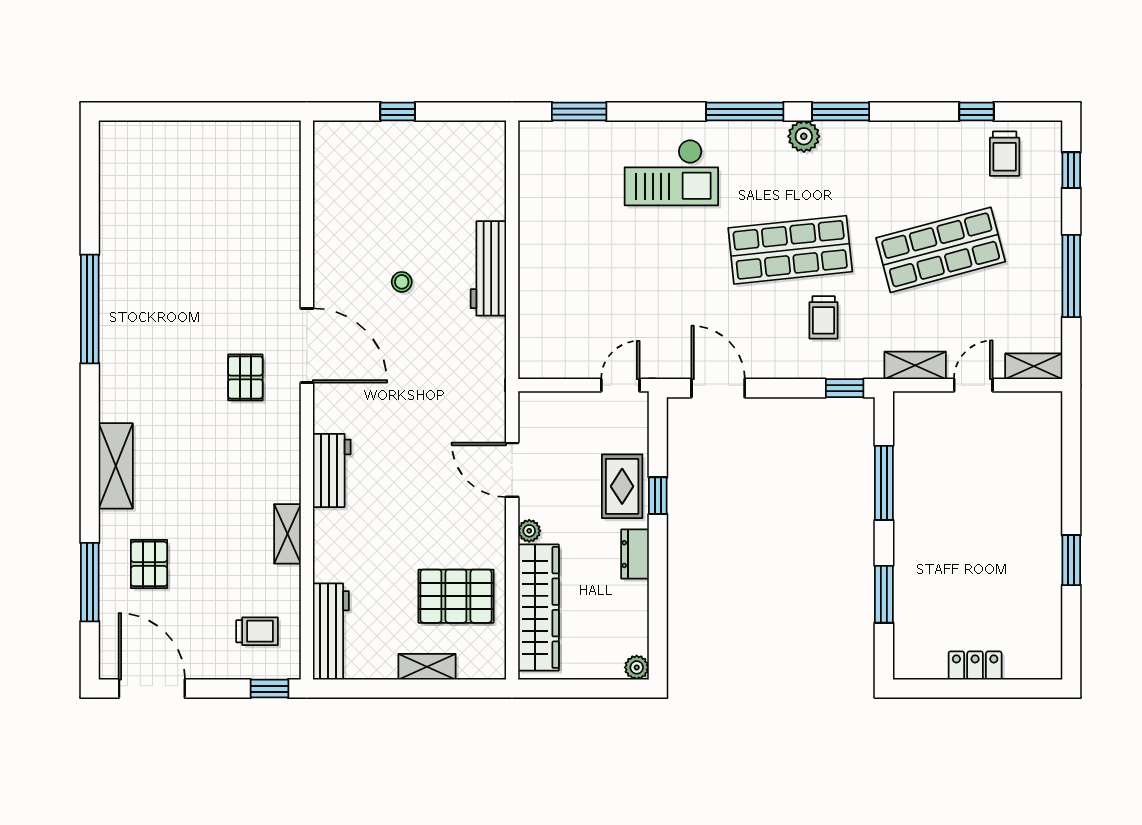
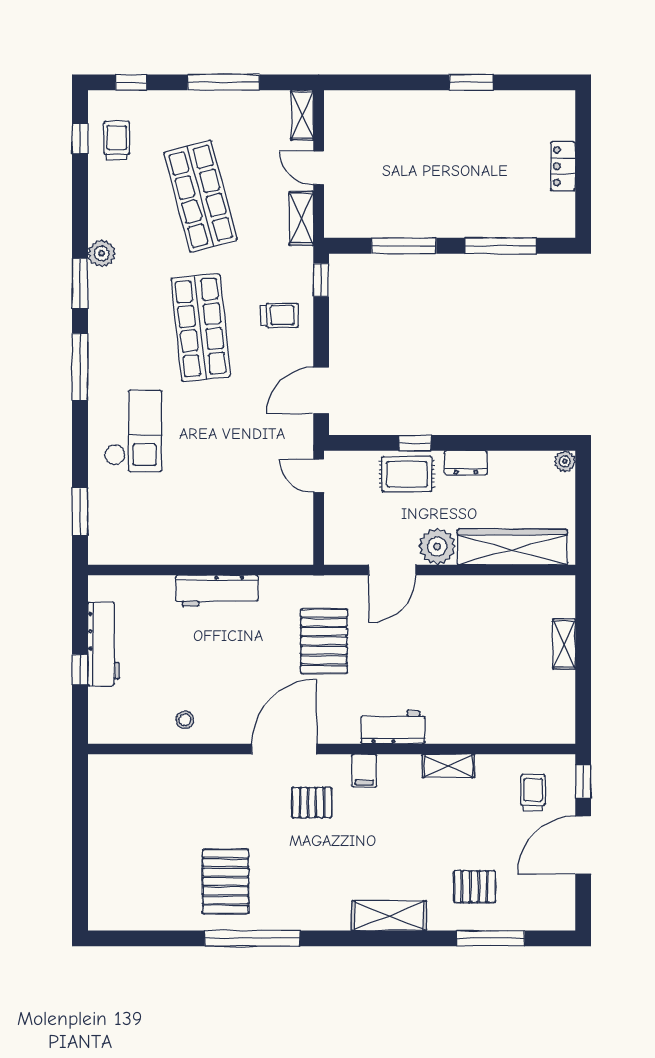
window: (976, 112) -> (80, 139), moved
plant: (804, 136) -> (102, 253), moved
trolley: (1005, 154) -> (117, 140), turned -90
pallet: (155, 278) -> (226, 881), added
stool: (402, 282) -> (185, 720), moved
trolley: (824, 317) -> (280, 315), moved
filing cabinet: (282, 437) -> (364, 771), added
plant: (529, 531) -> (437, 546), width x1.88, depth x1.88
window: (884, 594) -> (501, 246), width x1.44
pallet: (456, 596) -> (324, 641), moved
workbench: (331, 632) -> (104, 644), moved, turned 90
door: (152, 689) -> (583, 845), moved

